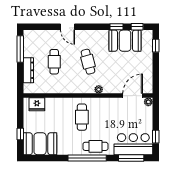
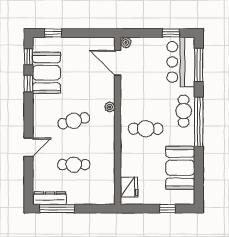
dresser: (28, 70) -> (50, 198), moved
booth: (40, 144) -> (180, 168), moved

